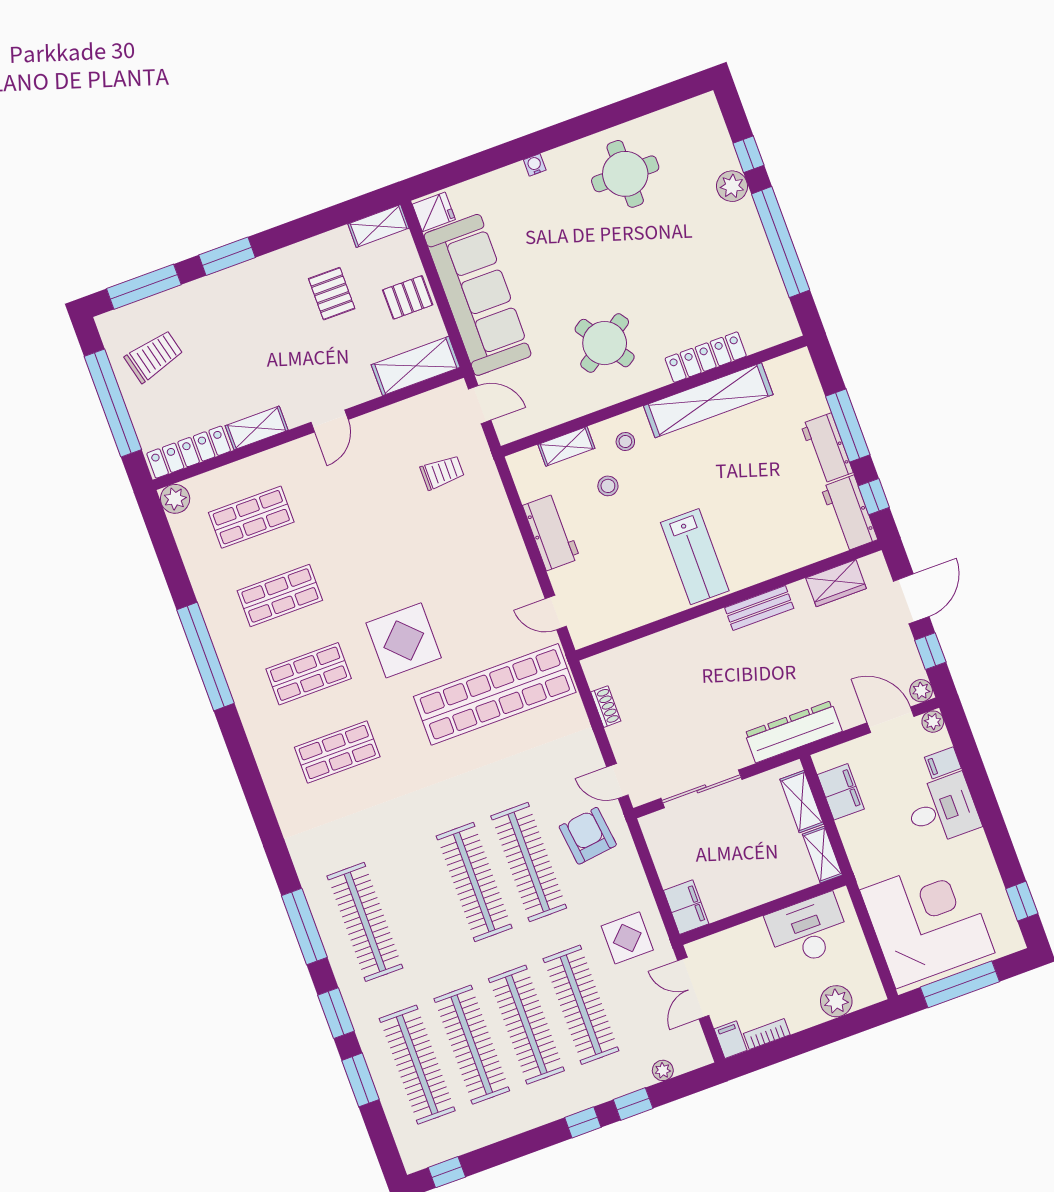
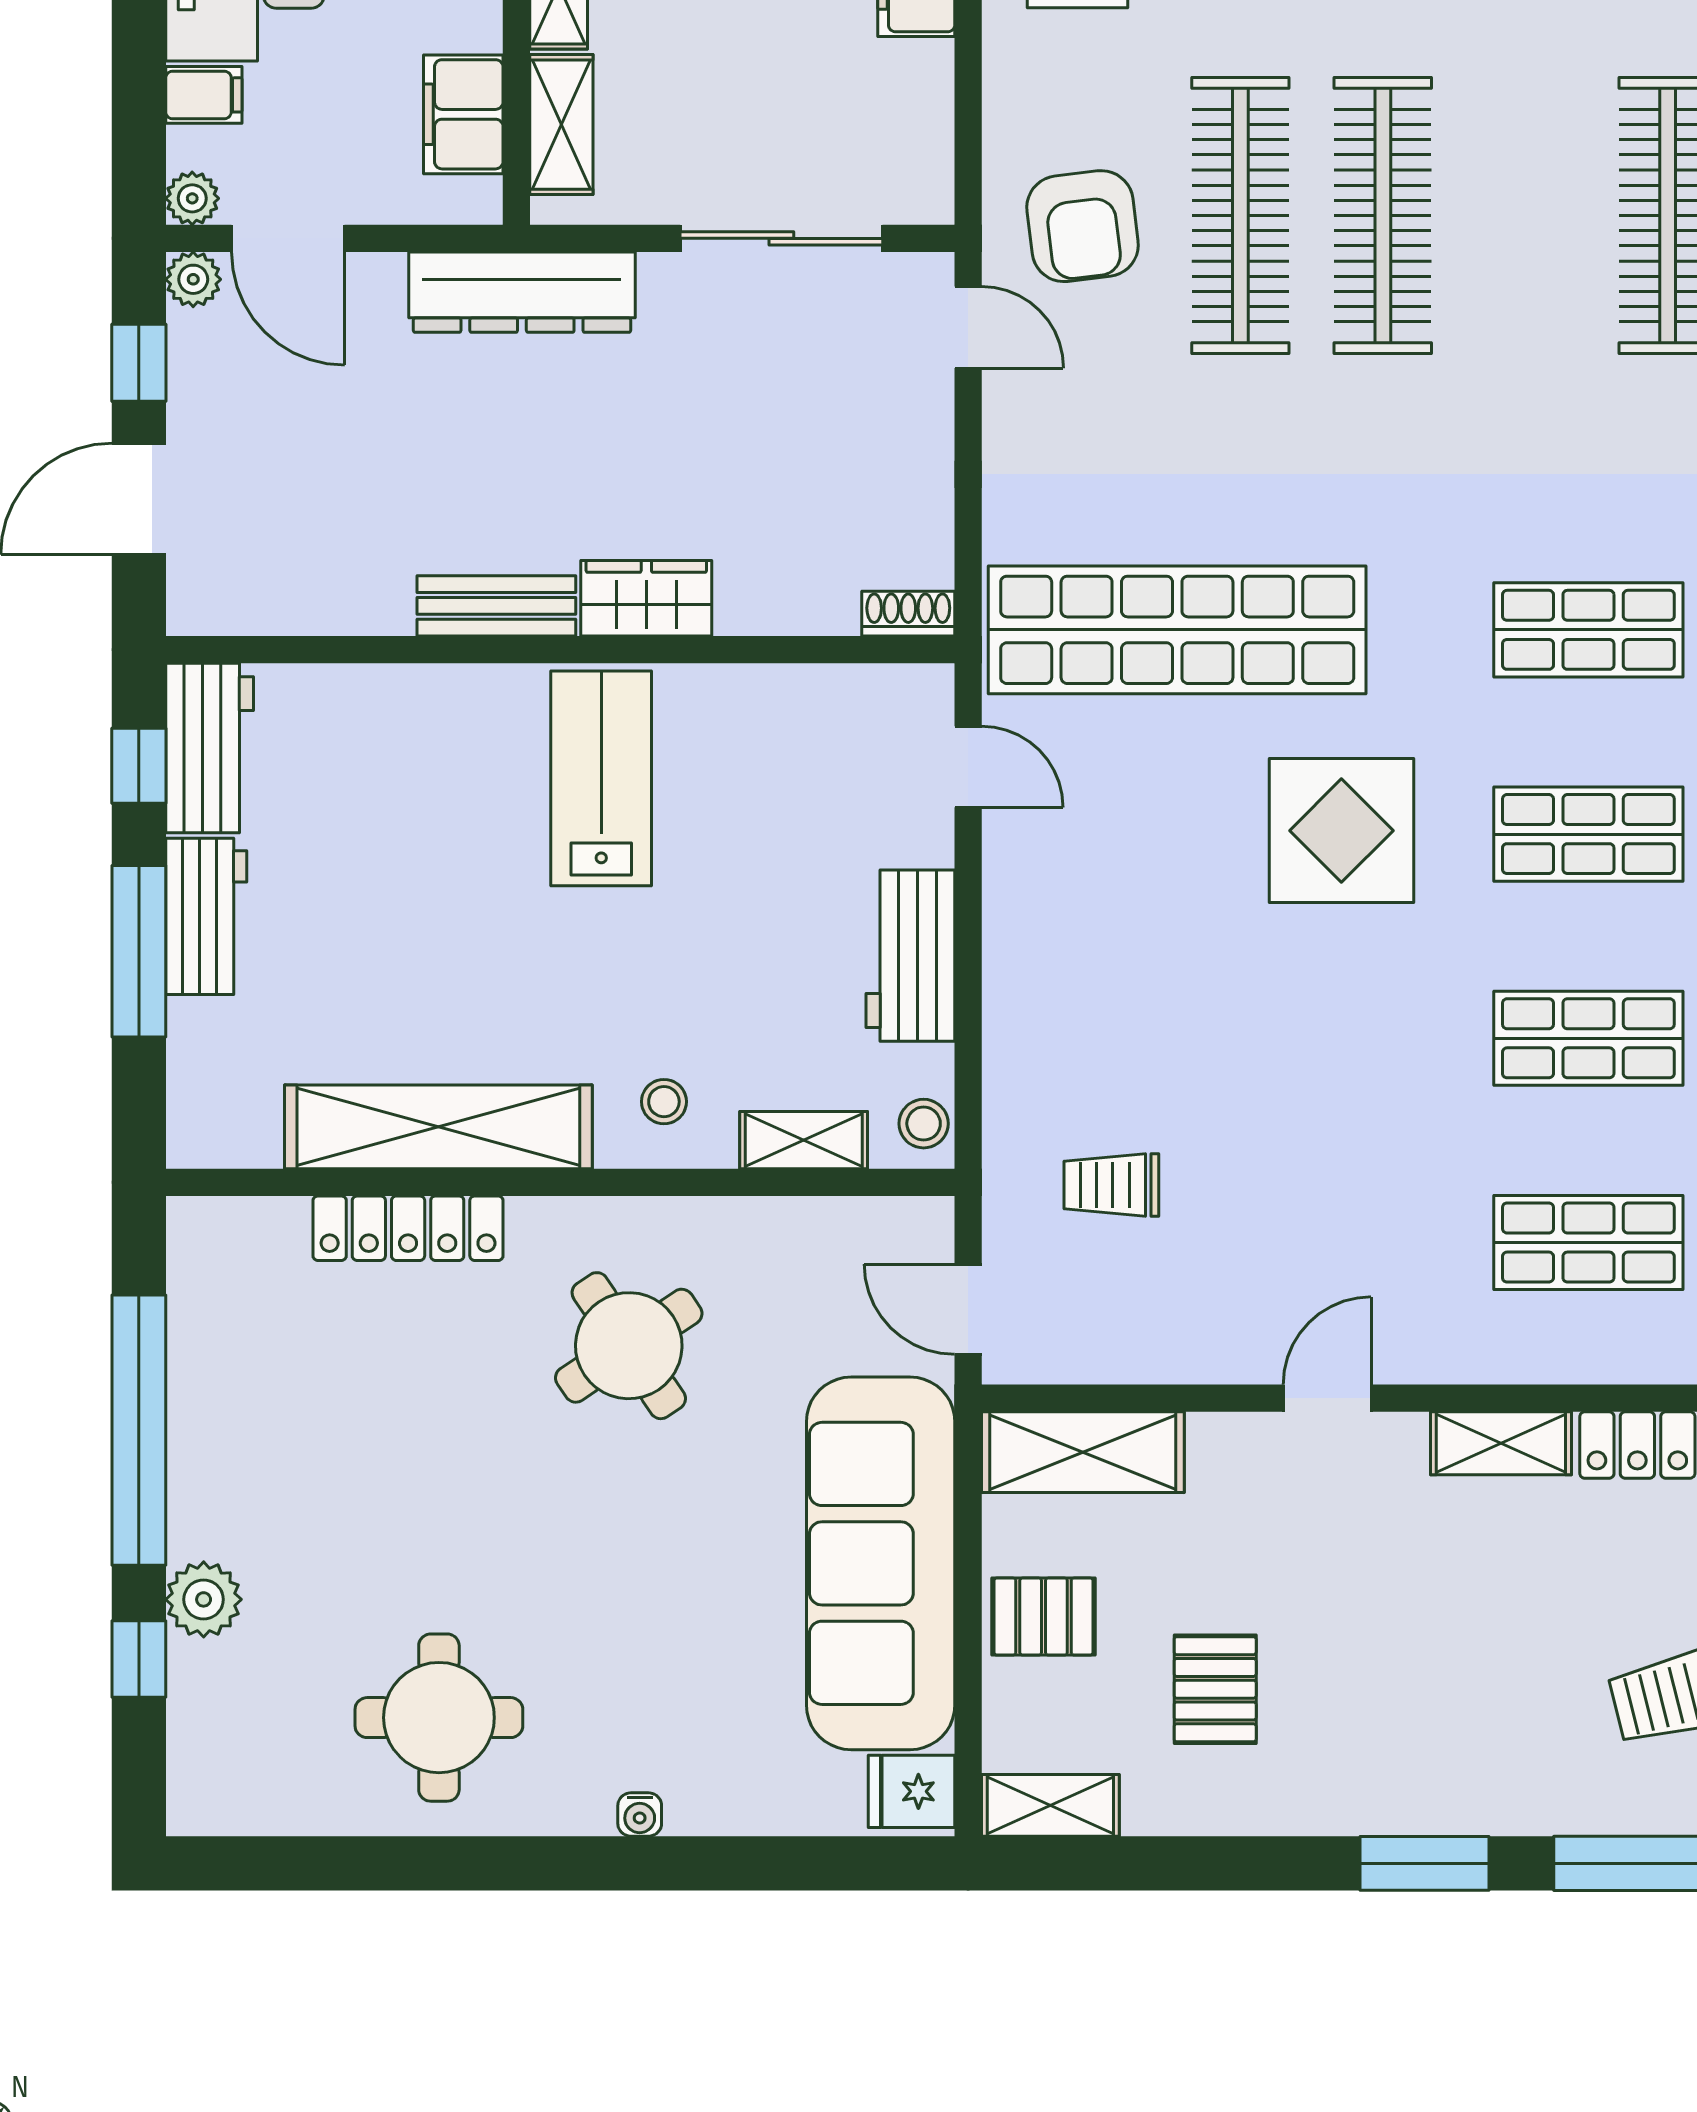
stool: (608, 486) -> (924, 1124), moved
wardrobe: (836, 583) -> (646, 598), moved
shoe rack: (606, 707) -> (908, 614), moved, turned 90

